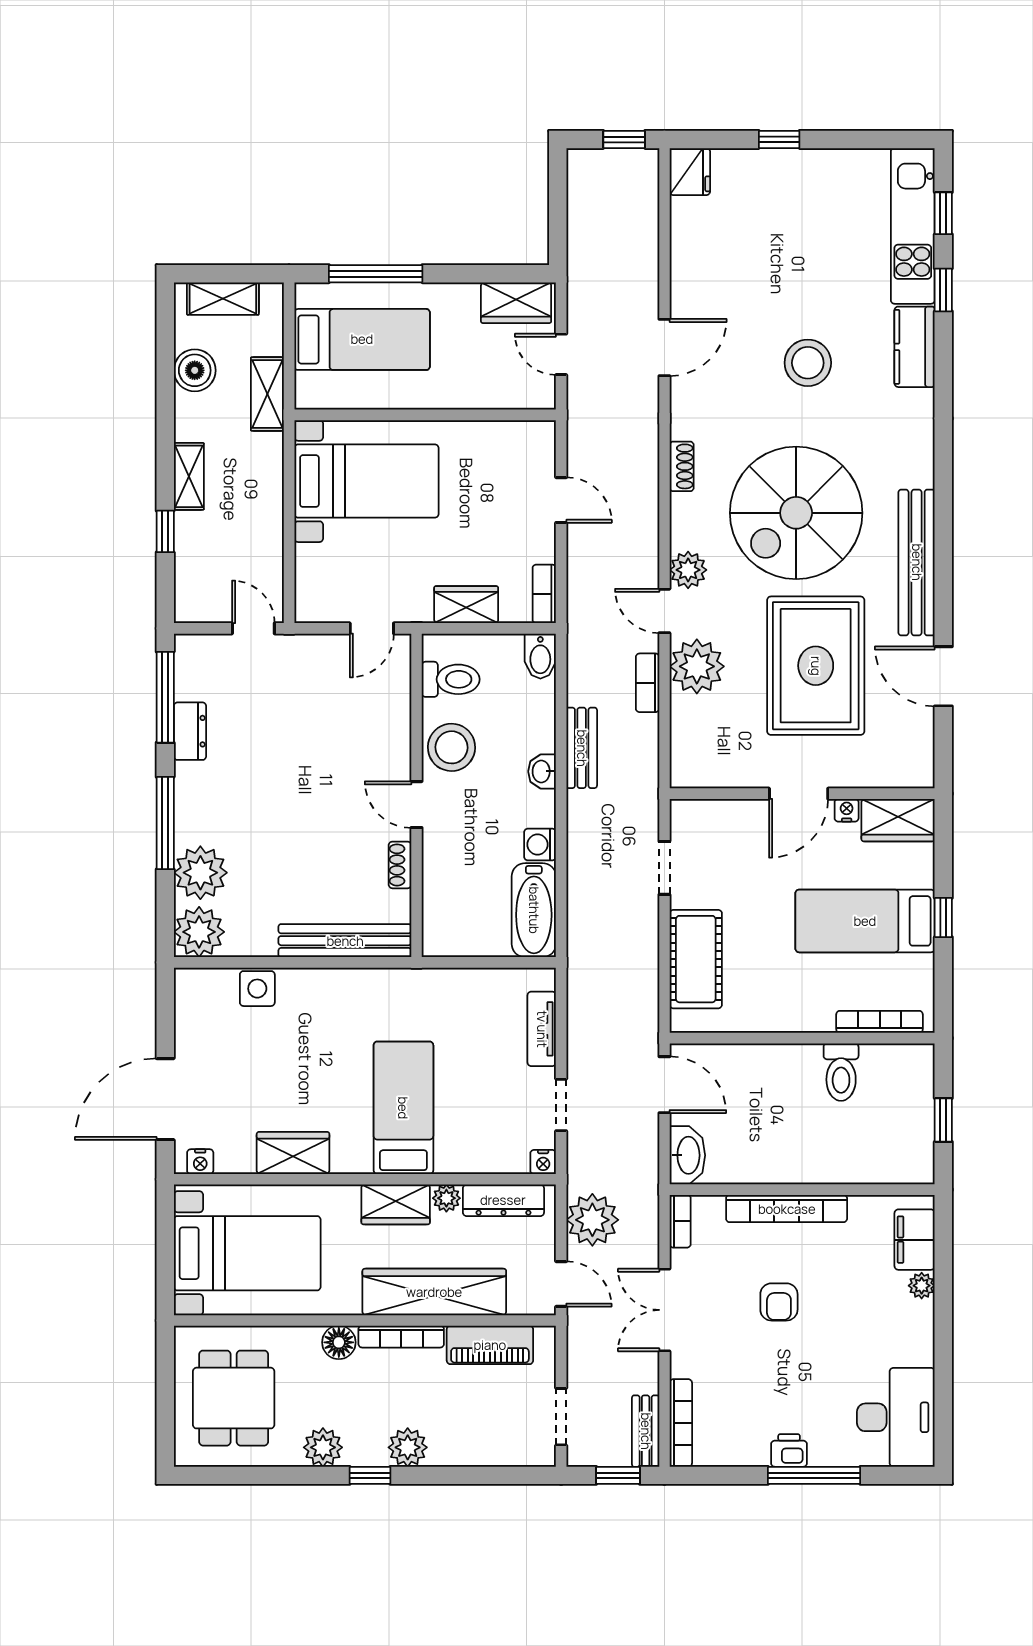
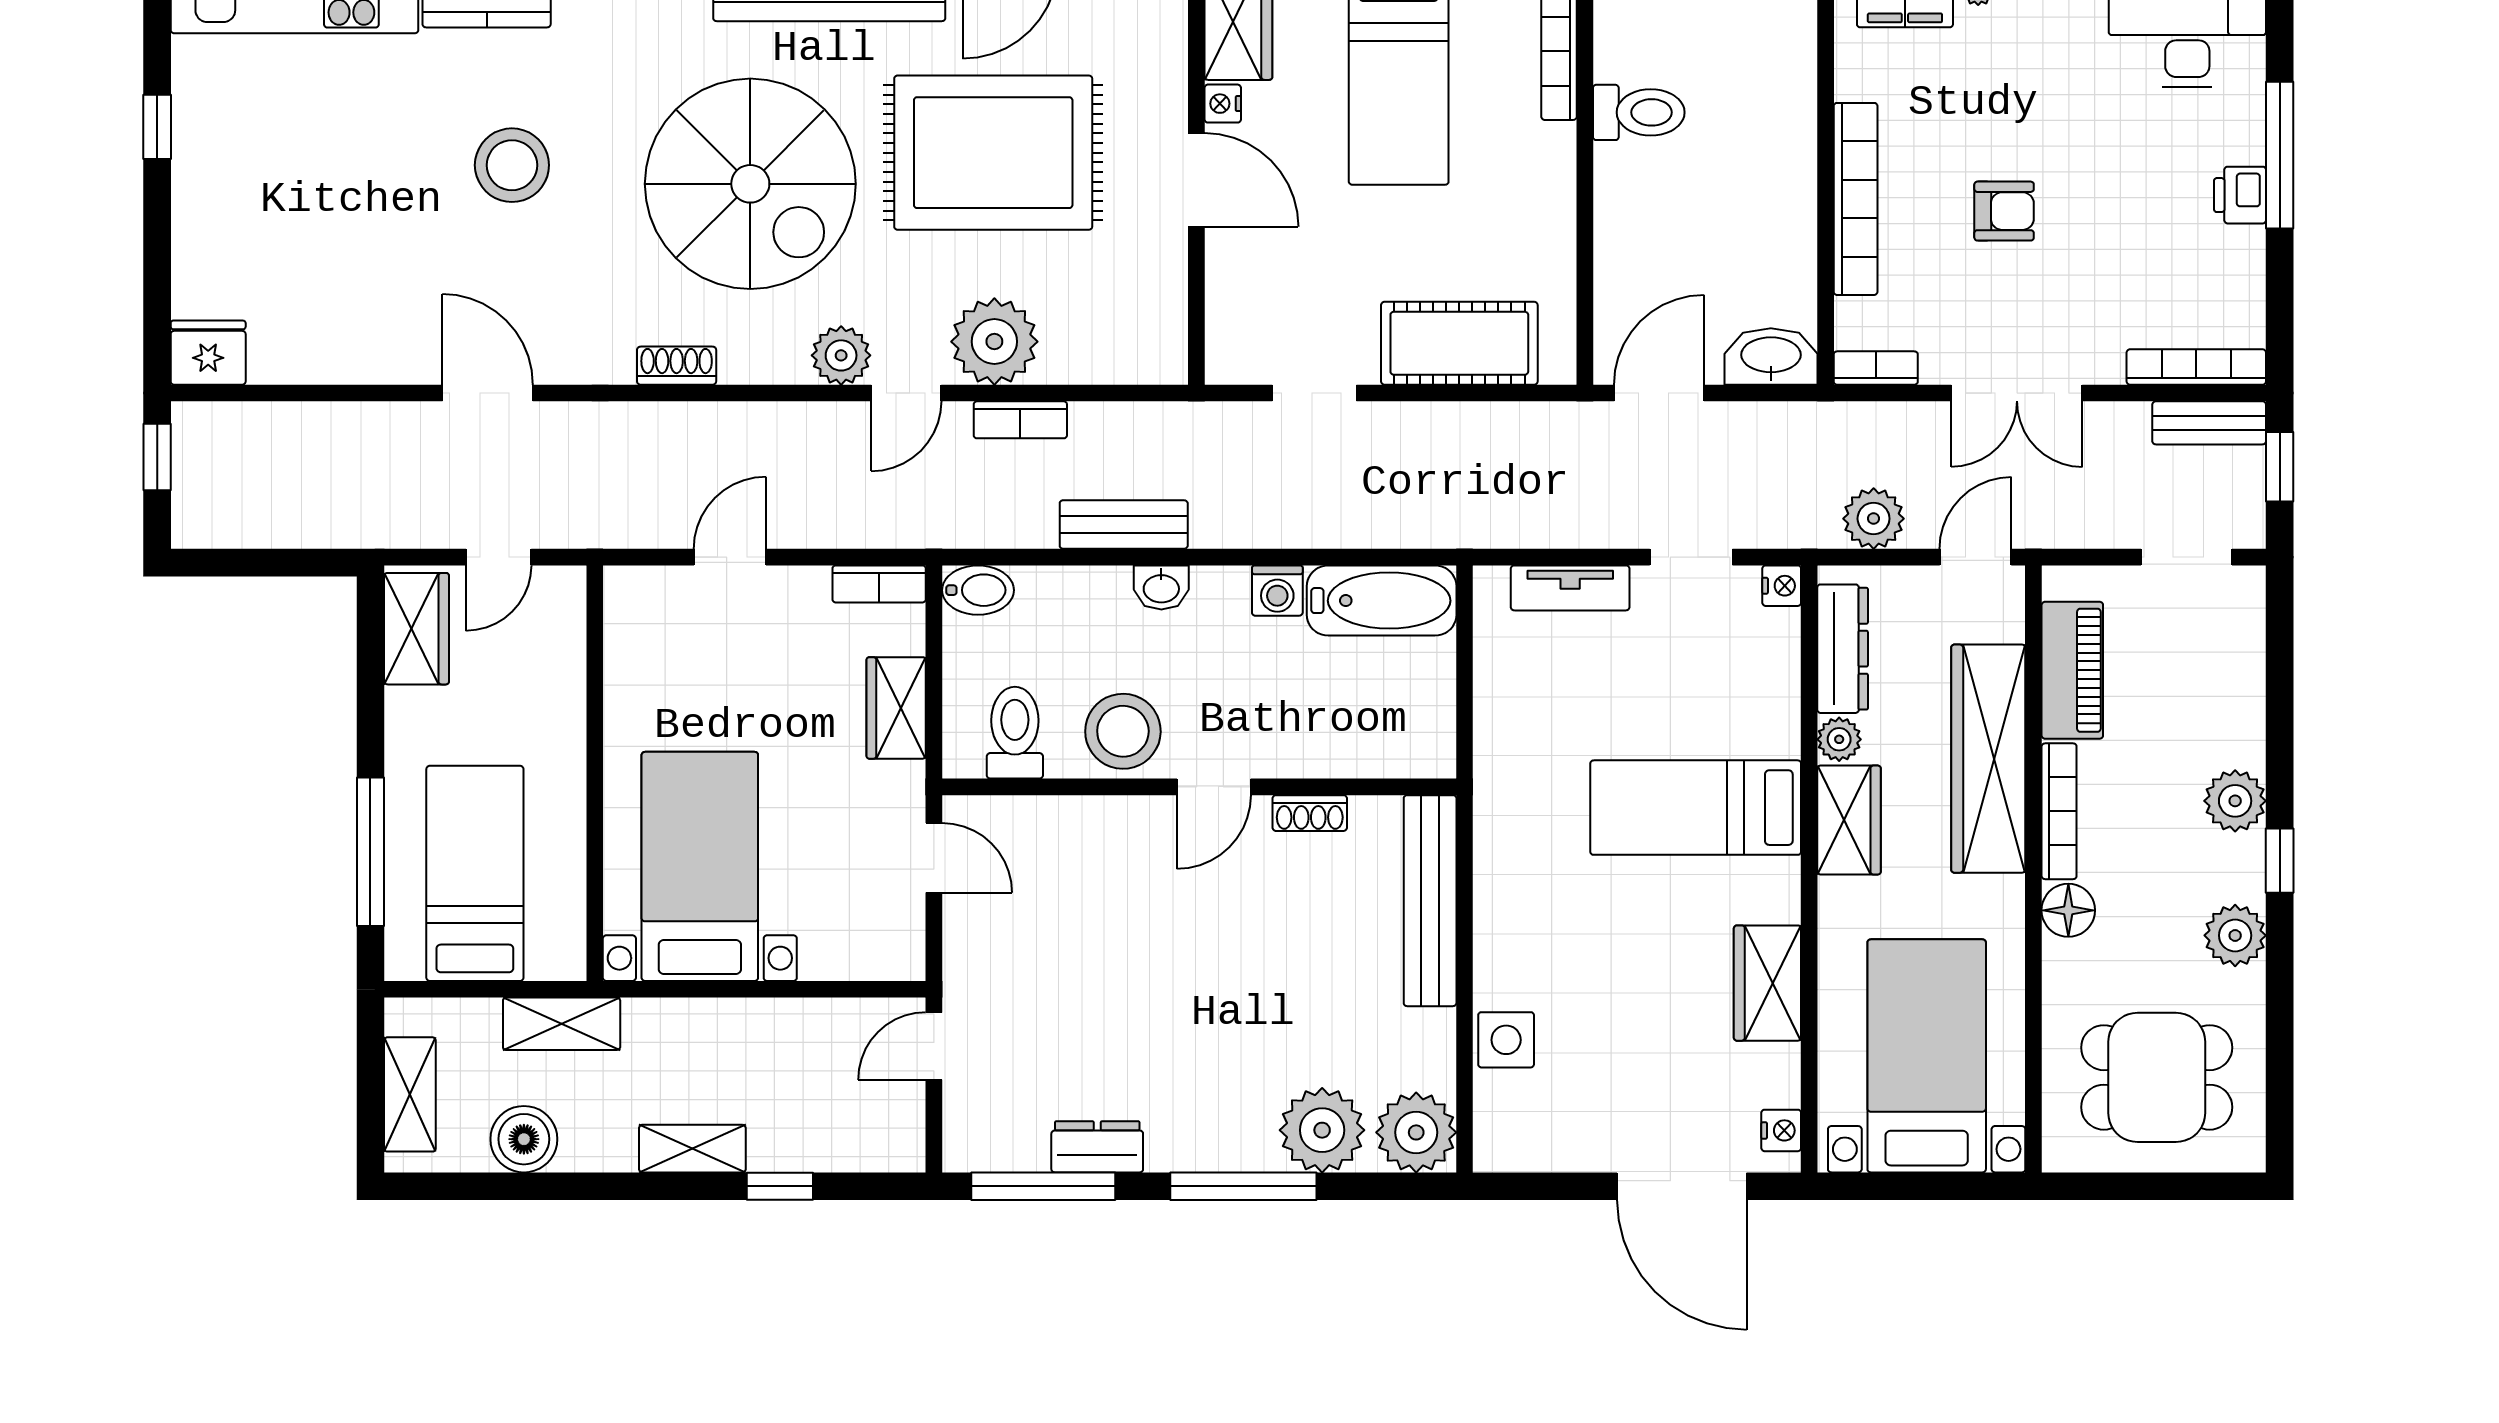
window: (779, 139) -> (157, 127), moved
plant: (592, 1220) -> (1874, 519), width x0.73, depth x0.73

